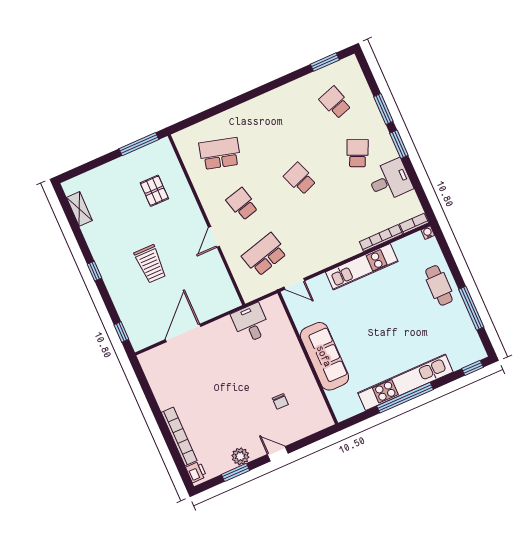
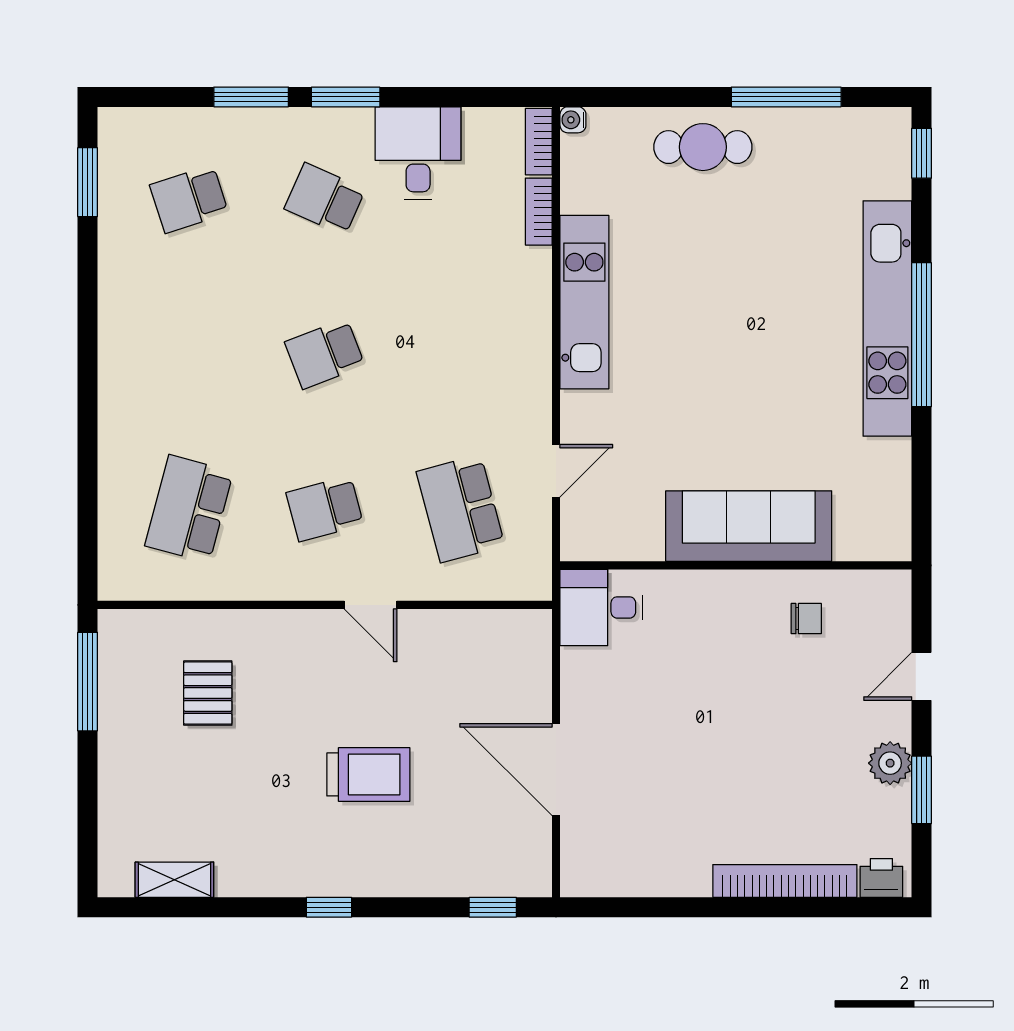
pallet: (154, 191) -> (208, 693), turned 90
bookcase: (381, 238) -> (539, 212), width x0.64
sofa: (324, 356) -> (749, 526), moved
wall: (308, 358) -> (736, 565), moved

